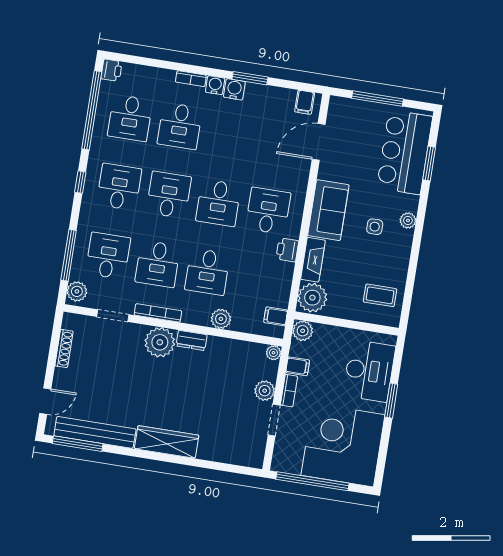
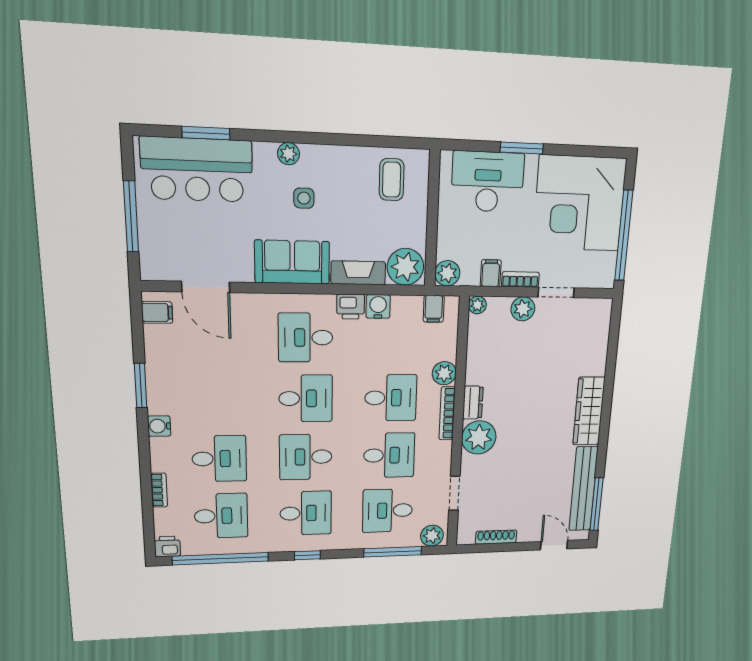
bookcase: (191, 79) -> (159, 490), moved
water cooler: (234, 89) -> (378, 306), moved, turned 90
desk: (119, 187) -> (306, 513), turned 180
bookcase: (158, 313) -> (447, 413), moved

